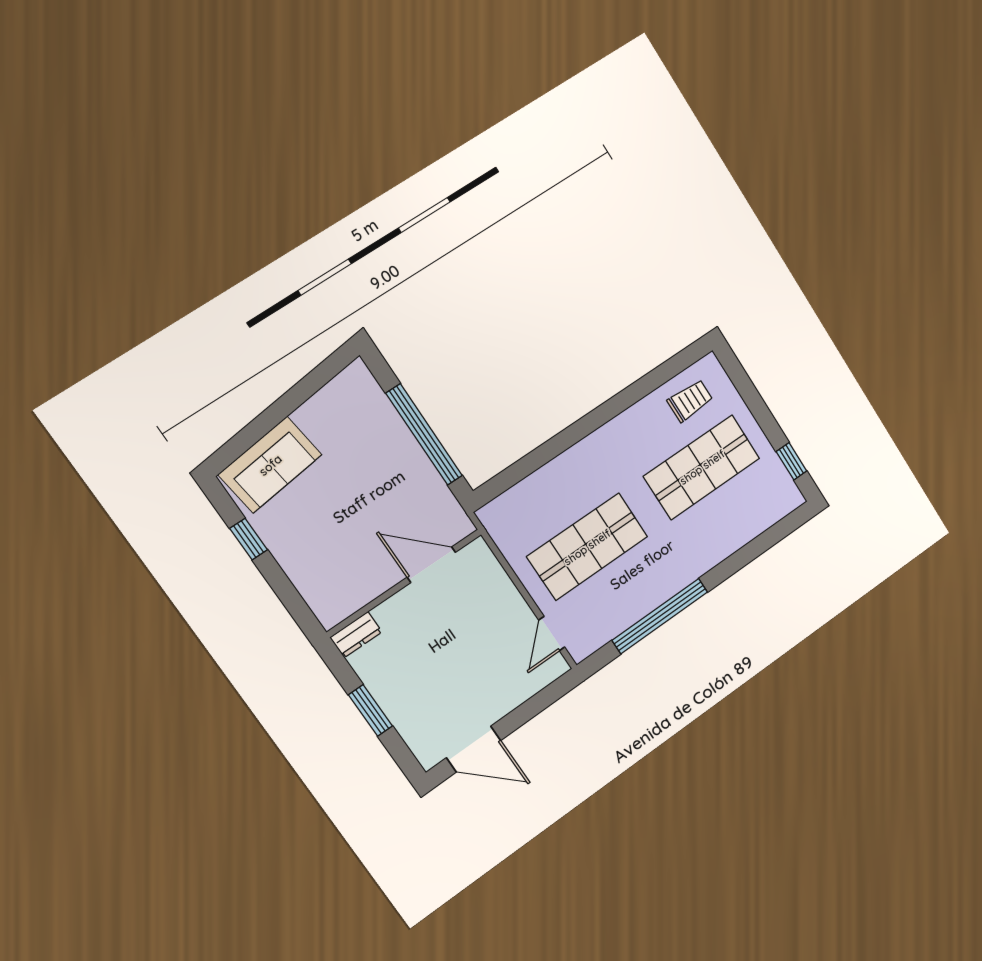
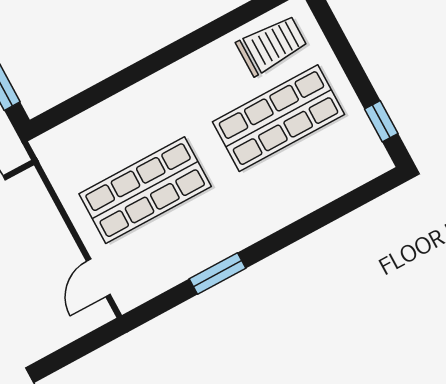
trolley: (690, 401) -> (272, 45), width x1.36, depth x1.39
window: (660, 616) -> (218, 274), width x0.47

